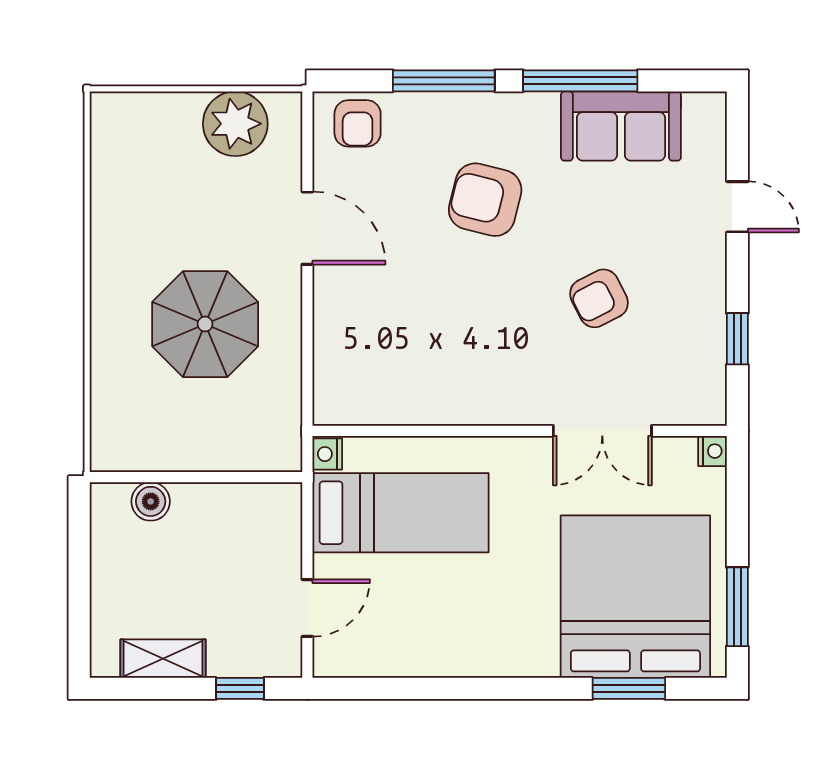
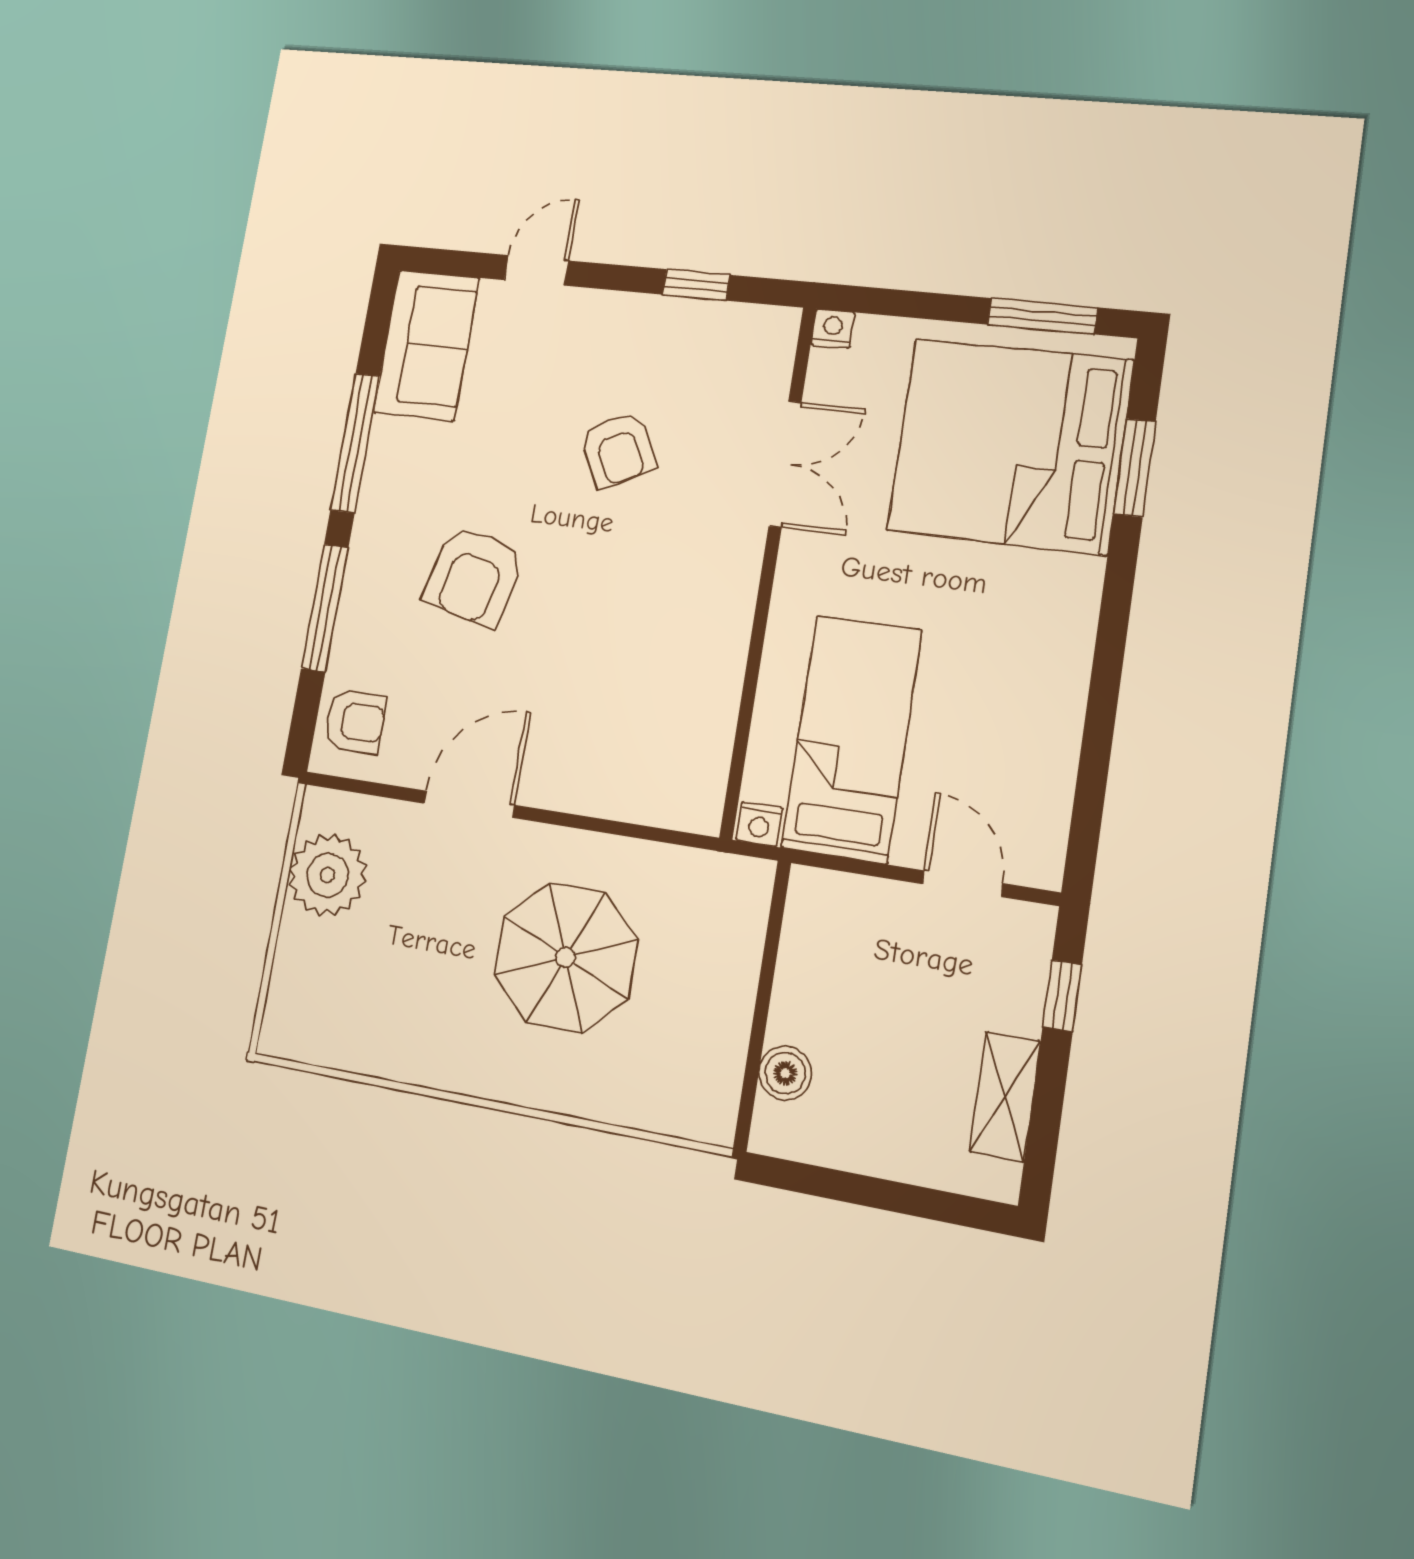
sofa: (621, 126) -> (426, 345), moved

